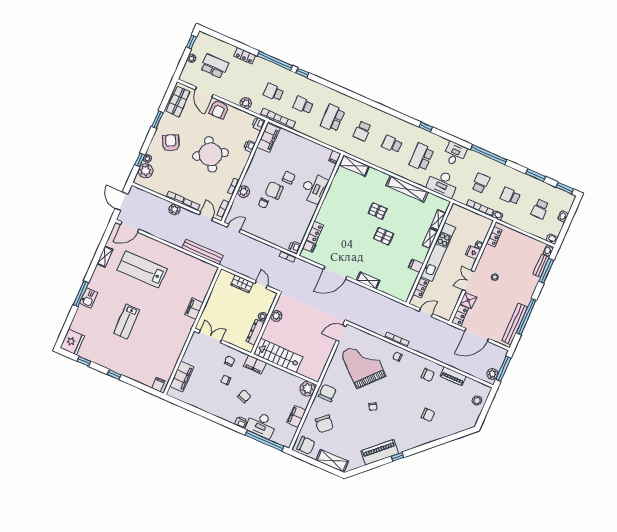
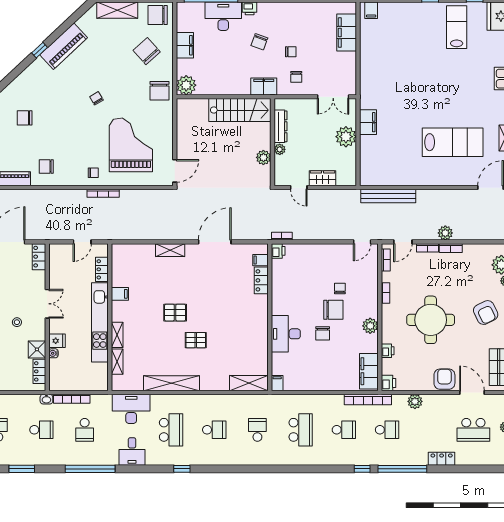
round table: (211, 154) -> (431, 320), turned 31
plant: (244, 192) -> (370, 326), moved
door: (206, 216) -> (403, 242), hinge flipped
shower: (468, 300) -> (37, 349), moved
plant: (213, 305) -> (346, 137), added
lab bench: (127, 322) -> (457, 27), moved
grand piano: (363, 364) -> (131, 145), turned -132

